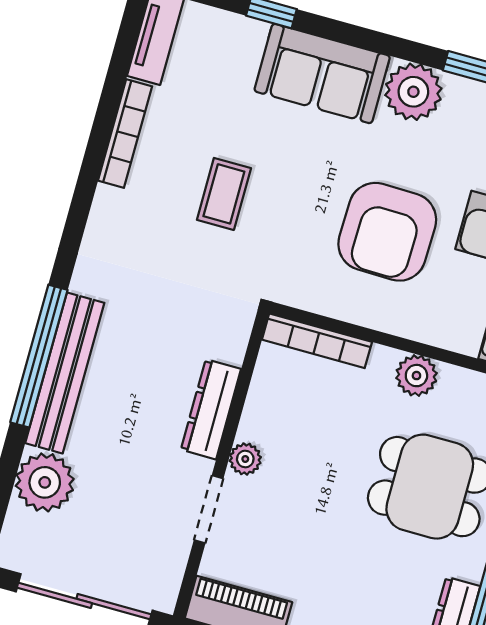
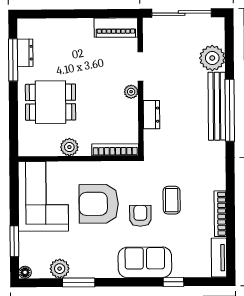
plant: (413, 92) -> (104, 266), removed
armchair: (303, 179) -> (140, 216), added
armchair: (387, 232) -> (99, 204), turned -91
dresser: (211, 409) -> (151, 115), width x0.70

